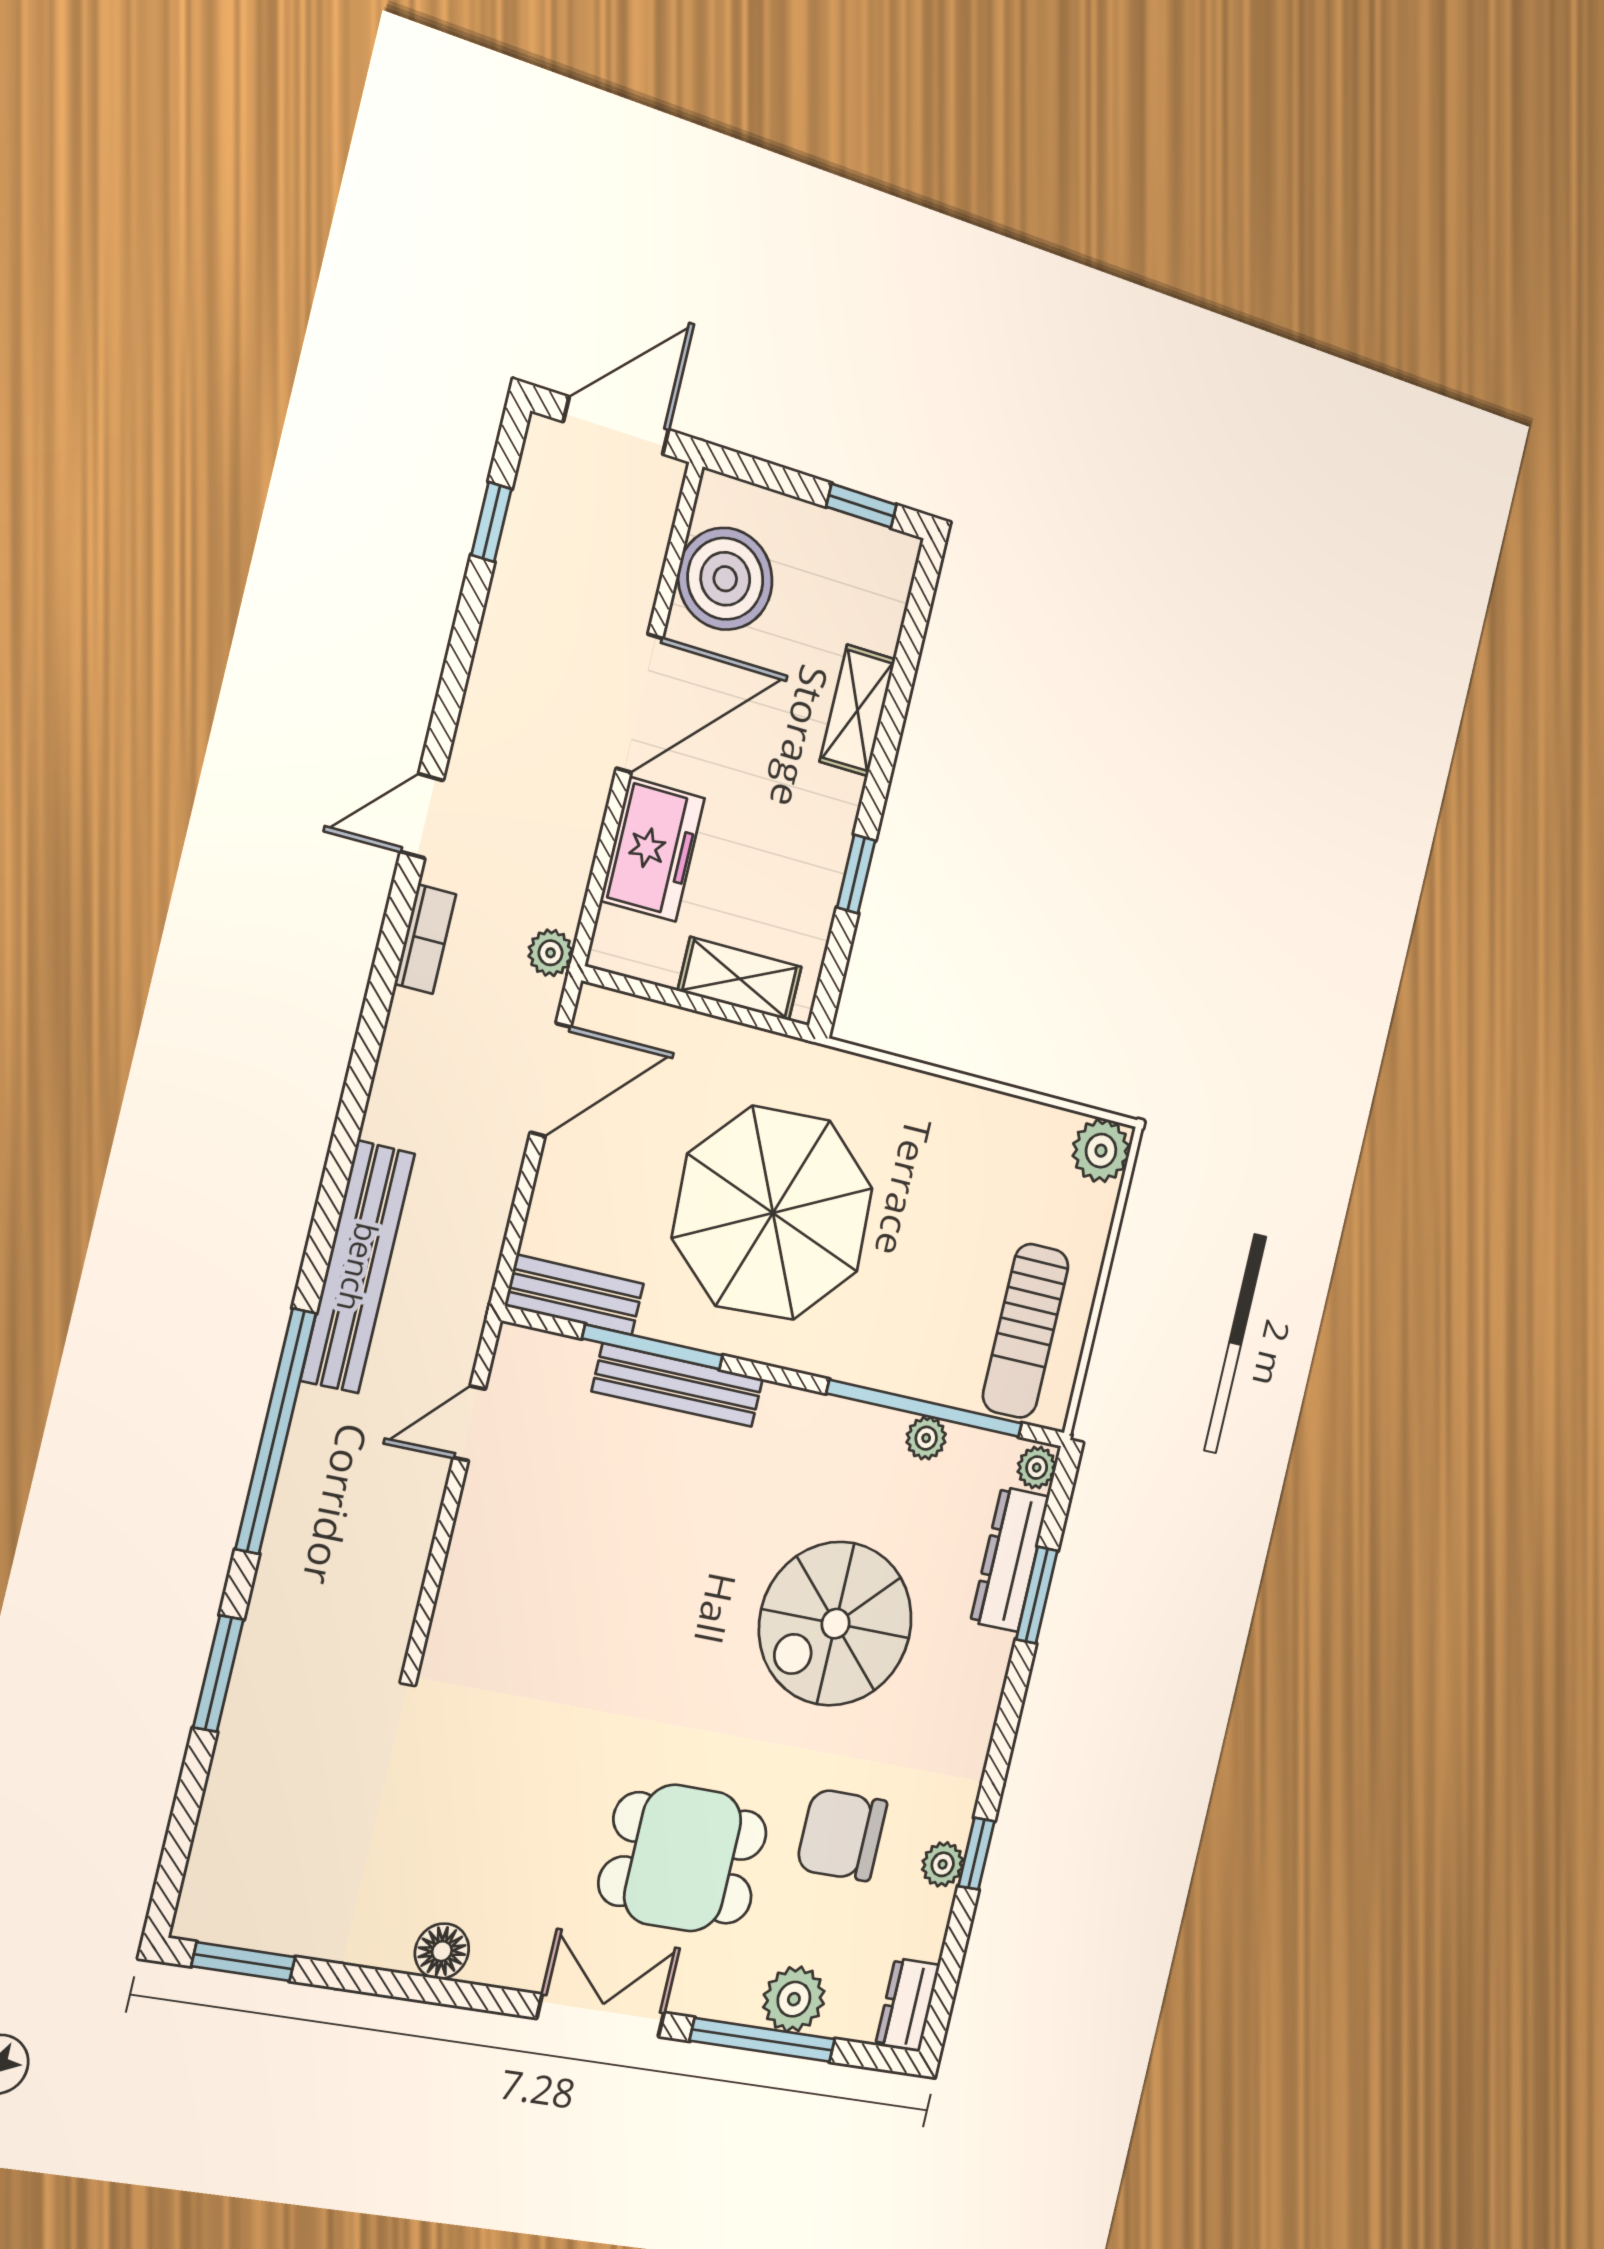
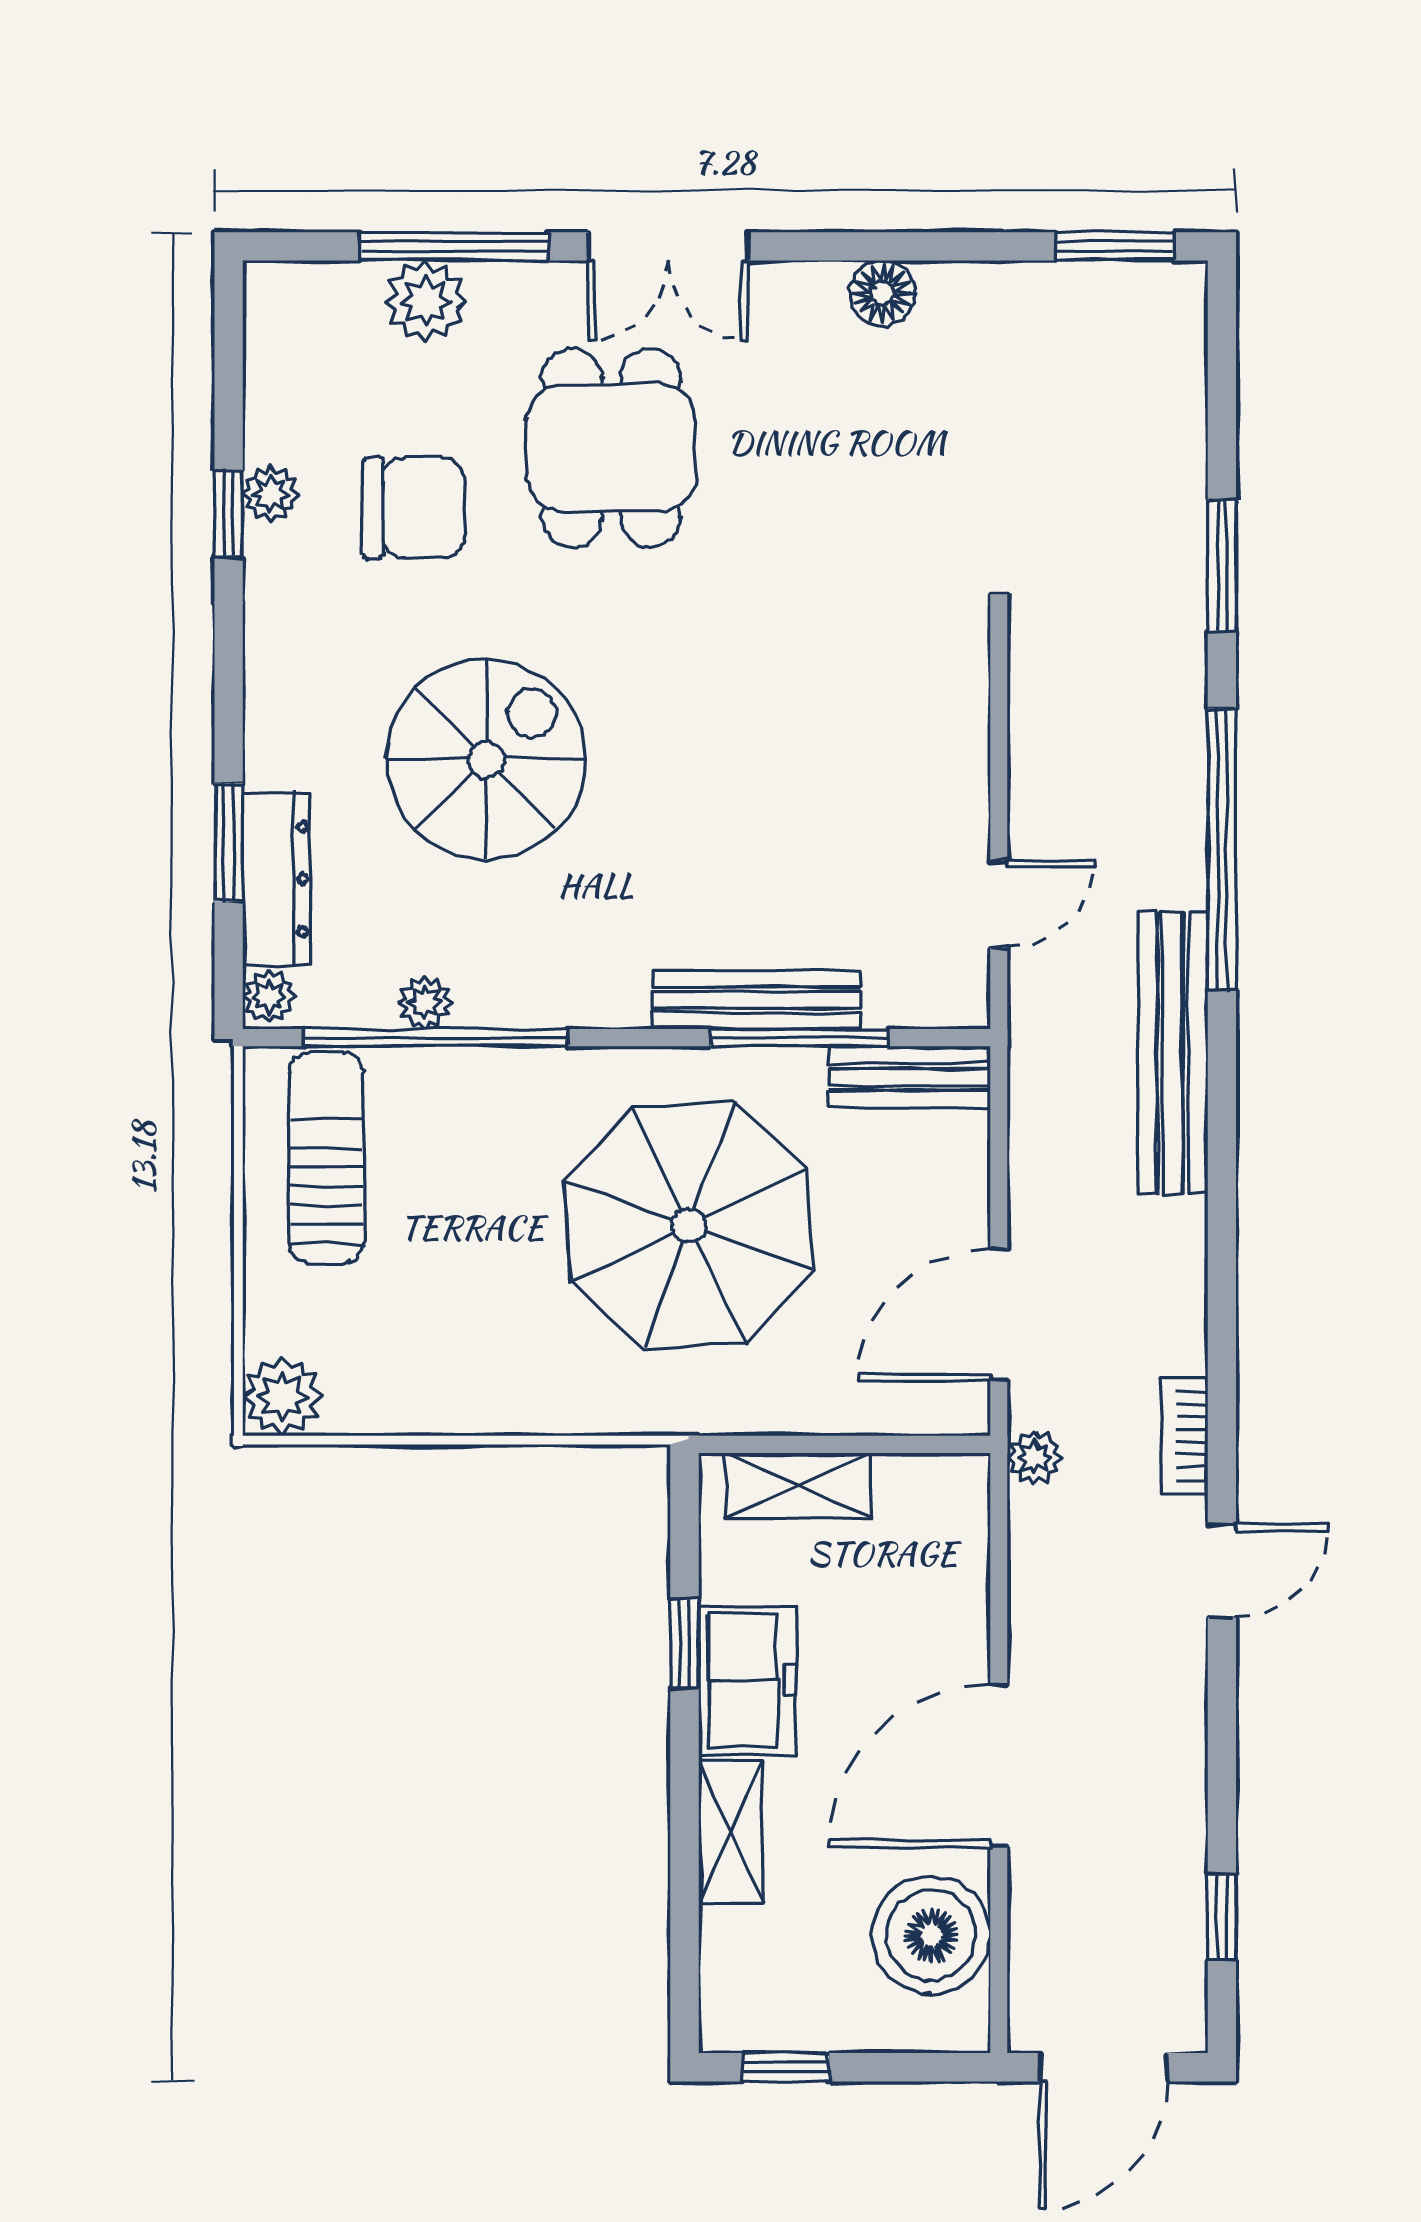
freezer: (653, 849) -> (747, 1680), moved, turned 180
dining table: (683, 1858) -> (611, 448), turned 90
dresser: (908, 2005) -> (274, 316), removed

